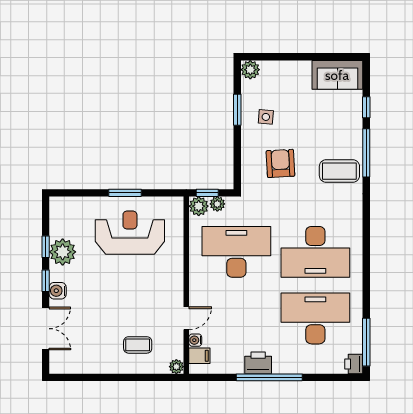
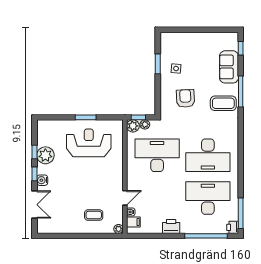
plant: (250, 70) -> (166, 38), removed
sofa: (337, 75) -> (229, 67), moved, turned 90
window: (366, 107) -> (241, 48), moved
window: (269, 377) -> (206, 236), moved

